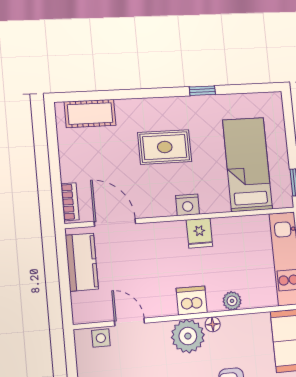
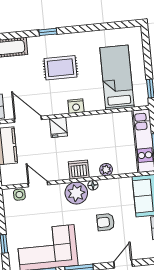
window: (202, 91) -> (48, 32), moved
fridge: (199, 233) -> (58, 127), moved

